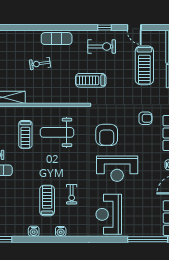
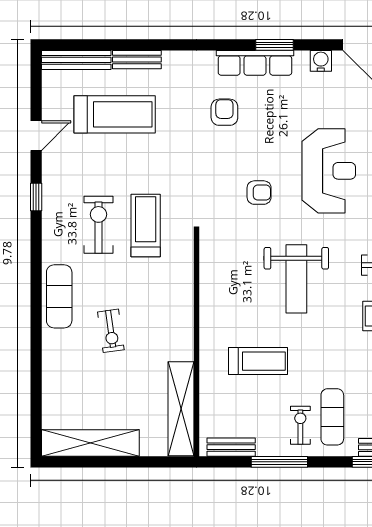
exercise bike: (102, 47) -> (98, 225), moved
treadmill: (91, 80) -> (146, 226), turned 180
weight bench: (57, 132) -> (296, 279), moved
armchair: (107, 135) -> (259, 193), width x0.53, depth x0.53

